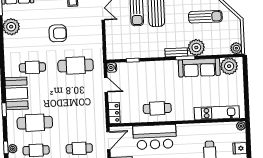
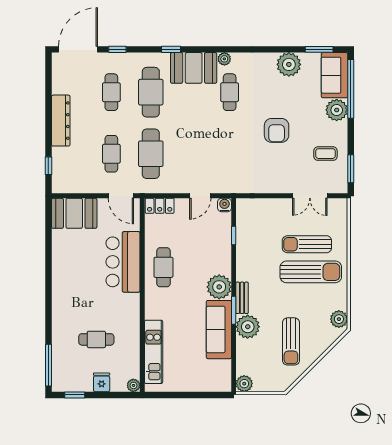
cafe table: (76, 66) -> (151, 154), moved
plant: (229, 66) -> (219, 287), moved
plant: (13, 149) -> (224, 59), moved

